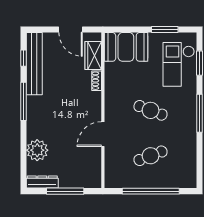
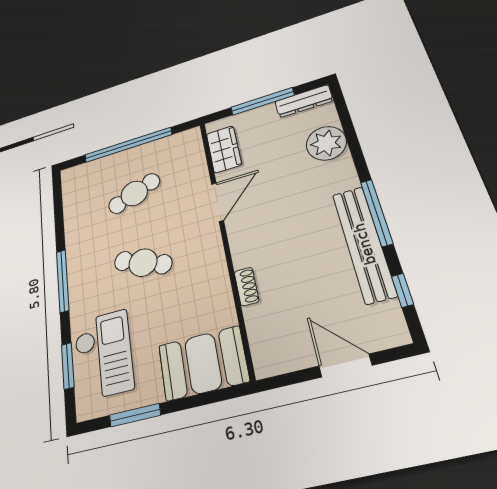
door: (71, 30) -> (345, 366), moved
wardrobe: (93, 55) -> (224, 149), moved
bench: (34, 64) -> (364, 244), moved

